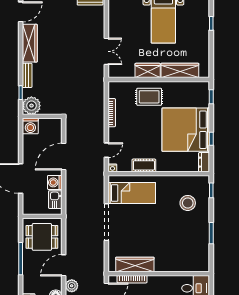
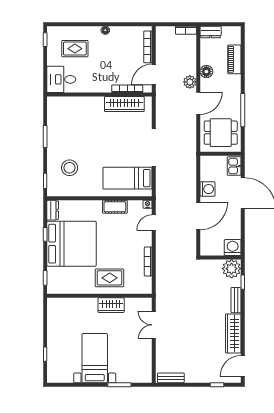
wardrobe: (180, 70) -> (78, 305), removed
kitchen sink: (55, 200) -> (234, 166), moved, turned 180

